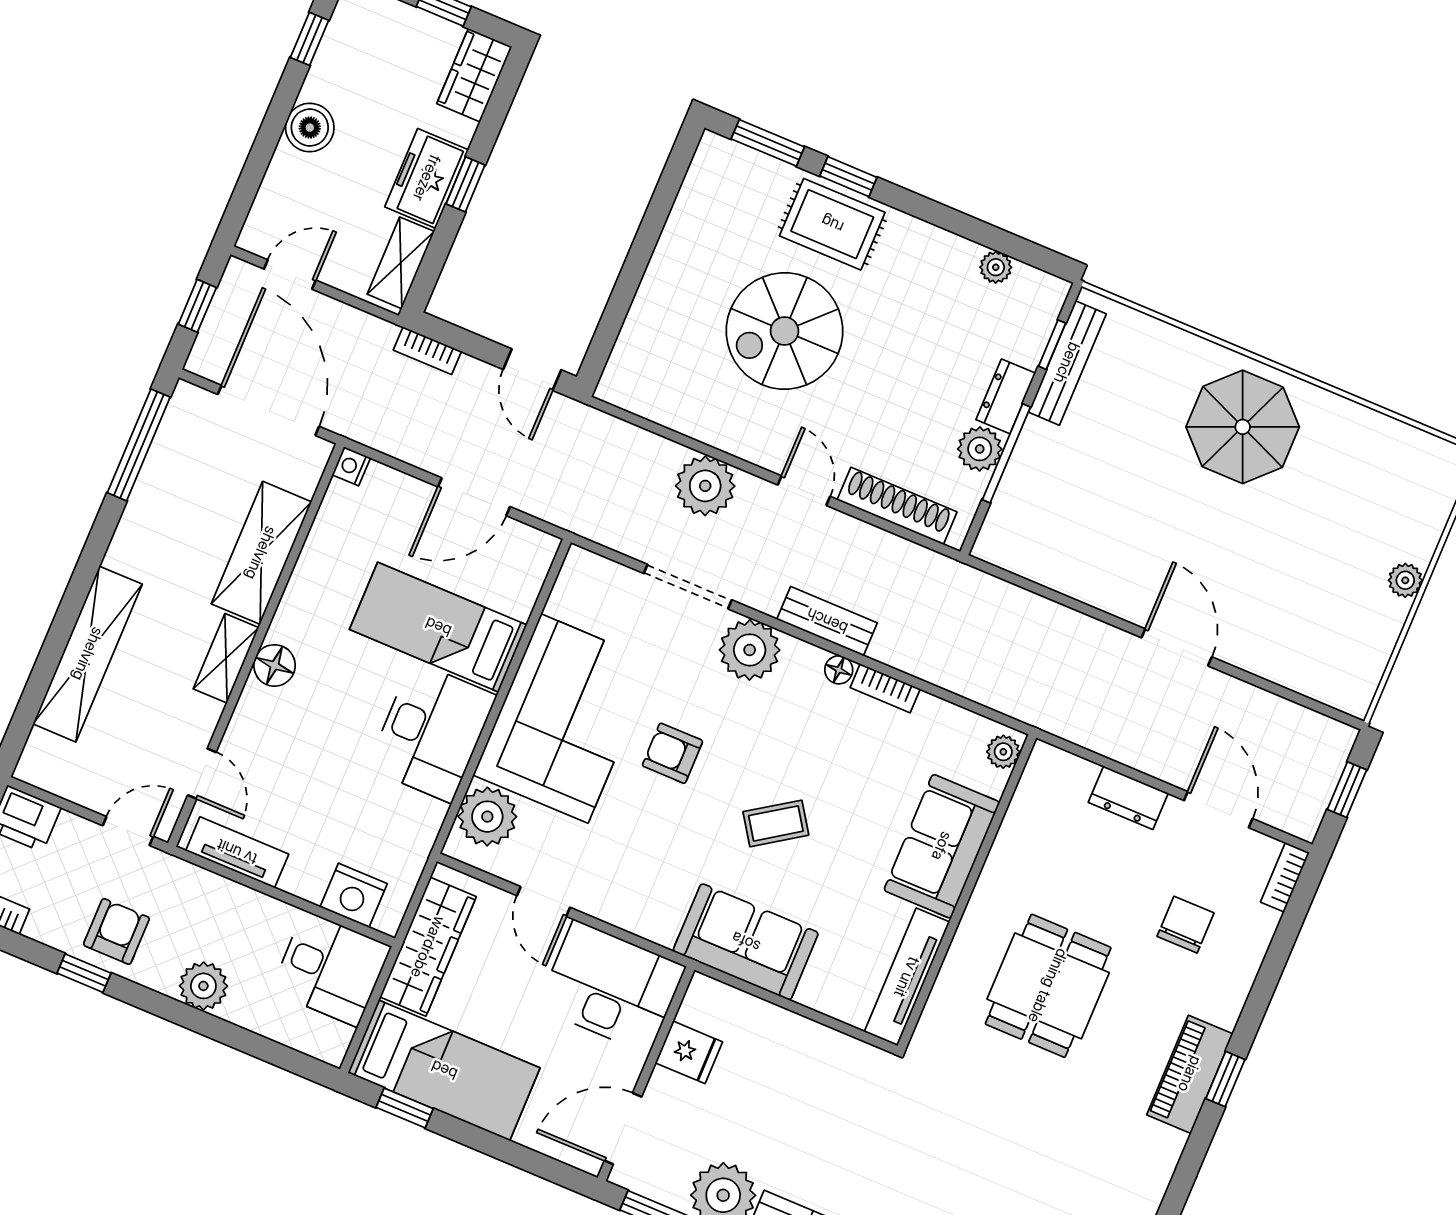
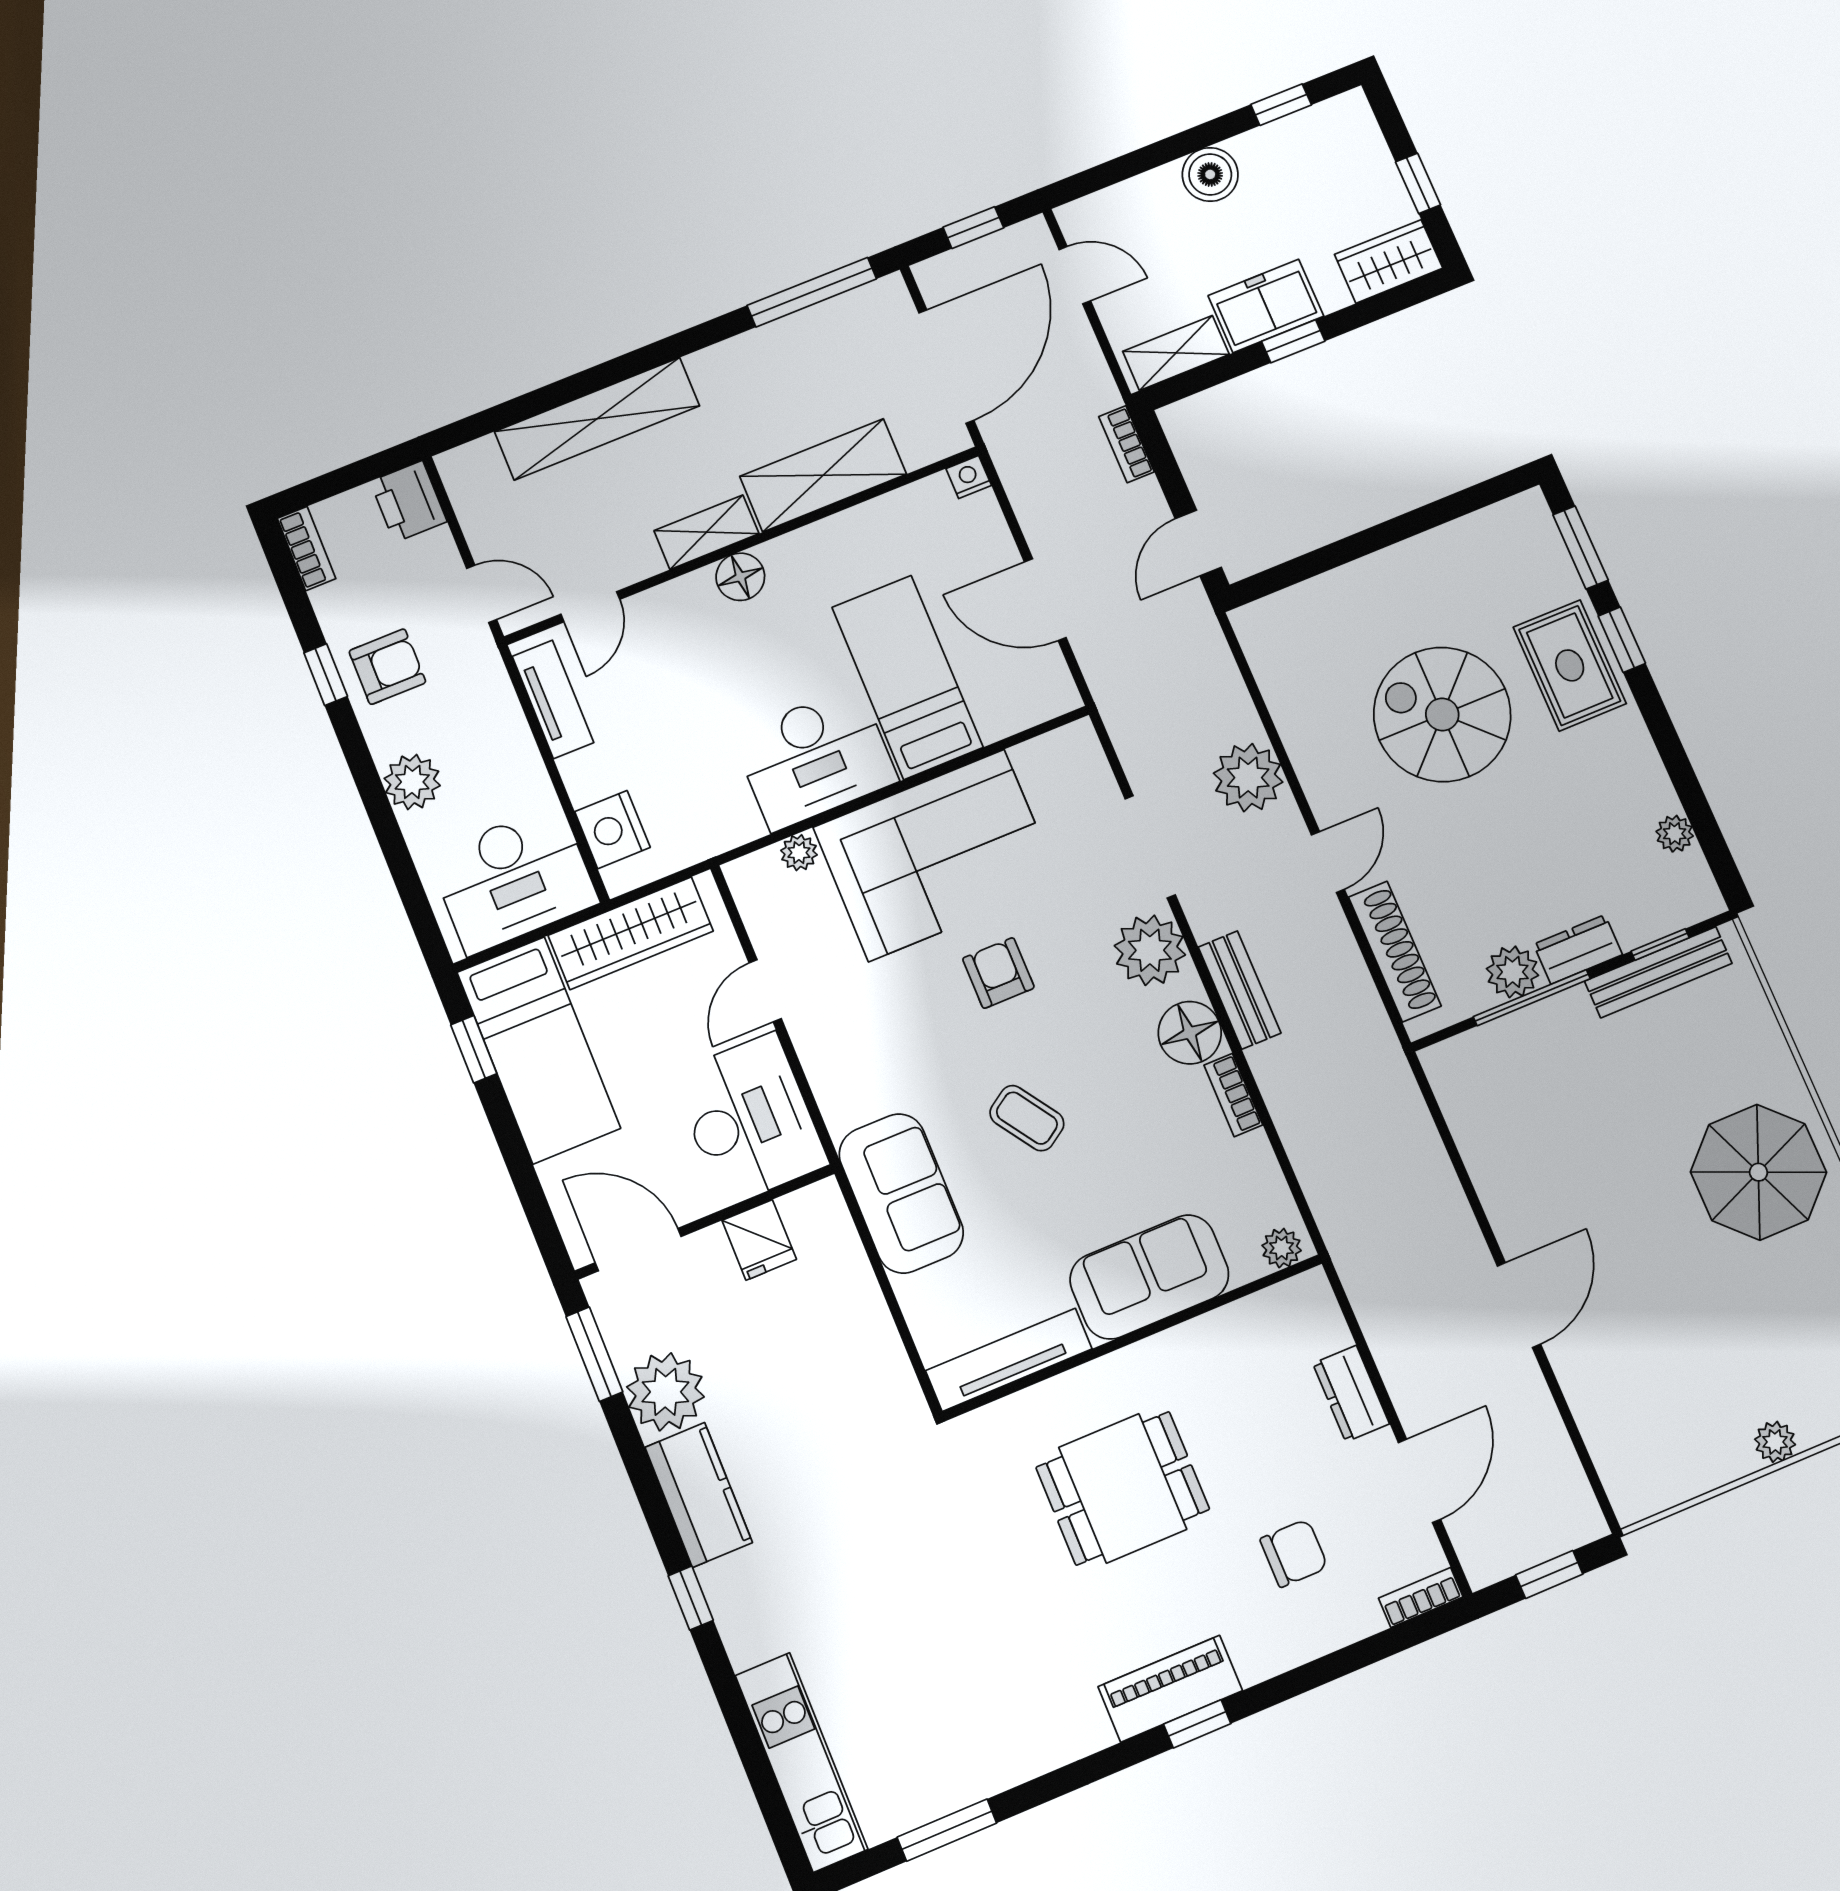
floor lamp: (839, 670) -> (1190, 1033), width x1.89, depth x1.89
plant: (487, 817) -> (799, 853), width x0.53, depth x0.53
desk: (331, 969) -> (513, 879), width x1.37

